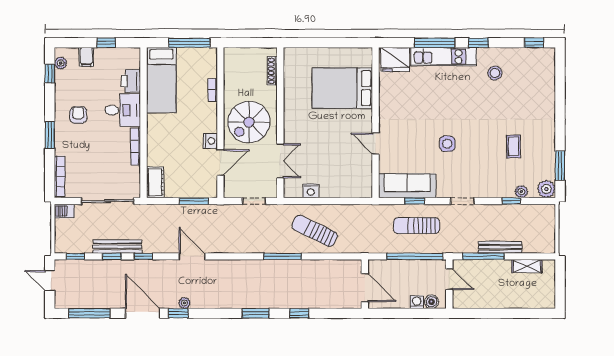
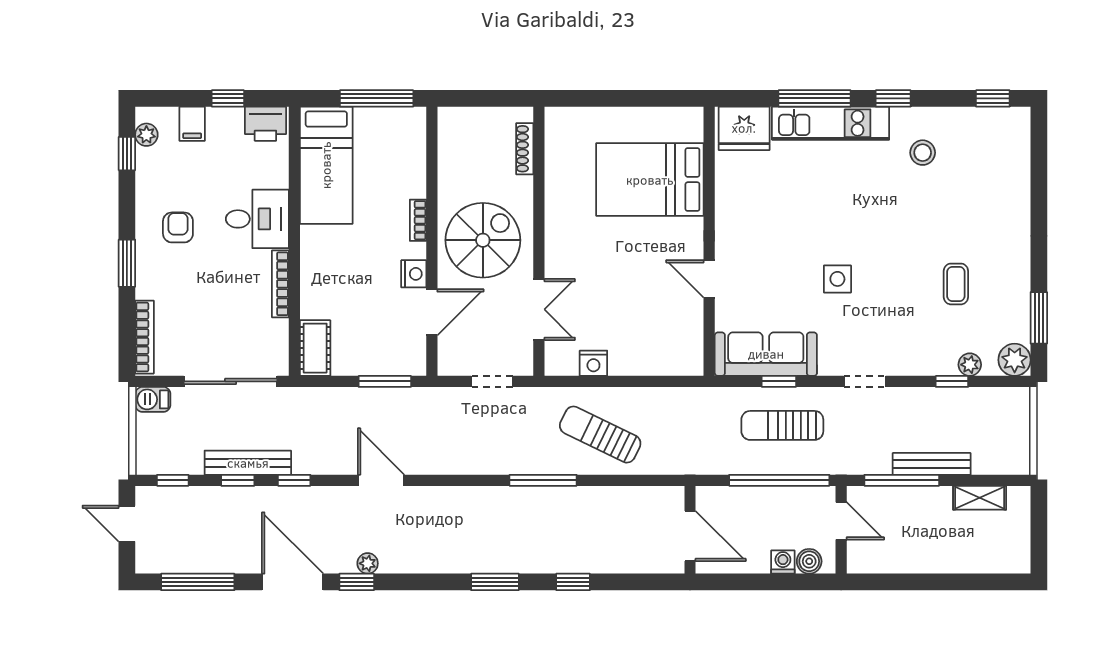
printer: (131, 81) -> (265, 124), moved, turned -90
bookcase: (213, 90) -> (418, 220), moved
spiral stairs: (249, 122) -> (483, 240), turned 180

